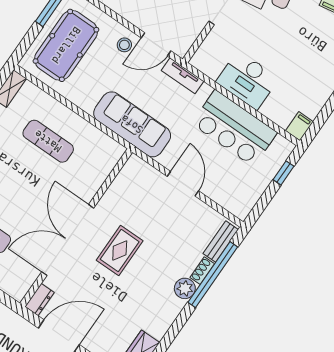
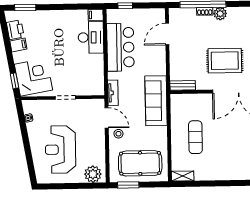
desk: (247, 80) -> (91, 37), moved
door: (183, 184) -> (167, 34), moved
bench: (221, 241) -> (183, 85), moved
rug: (120, 251) -> (225, 61), width x1.36, depth x1.43

